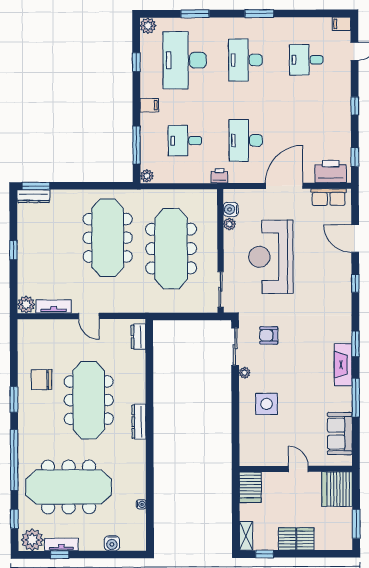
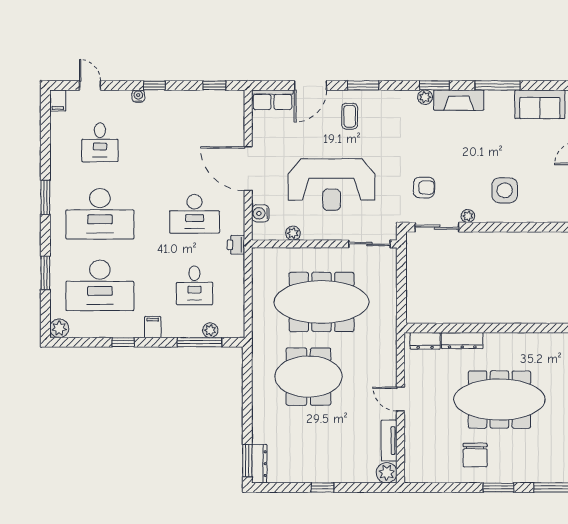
desk: (245, 60) -> (100, 214), width x1.36, depth x1.30
window: (136, 62) -> (123, 342), moved
water cooler: (346, 92) -> (138, 96), added
printer: (331, 171) -> (231, 114), removed
plant: (147, 176) -> (210, 330), moved
row of seats: (329, 197) -> (272, 100), moved, turned 90
water cooler: (231, 209) -> (260, 213), moved, turned 90
meeting table: (108, 238) -> (308, 377), width x0.73
coffee table: (329, 272) -> (350, 116), added
window: (355, 283) -> (363, 85), width x1.50
door: (89, 316) -> (400, 399), swing flipped
armchair: (269, 335) -> (424, 188), turned -89
plant: (345, 336) -> (425, 97), added
dresser: (139, 422) -> (462, 341), moved

